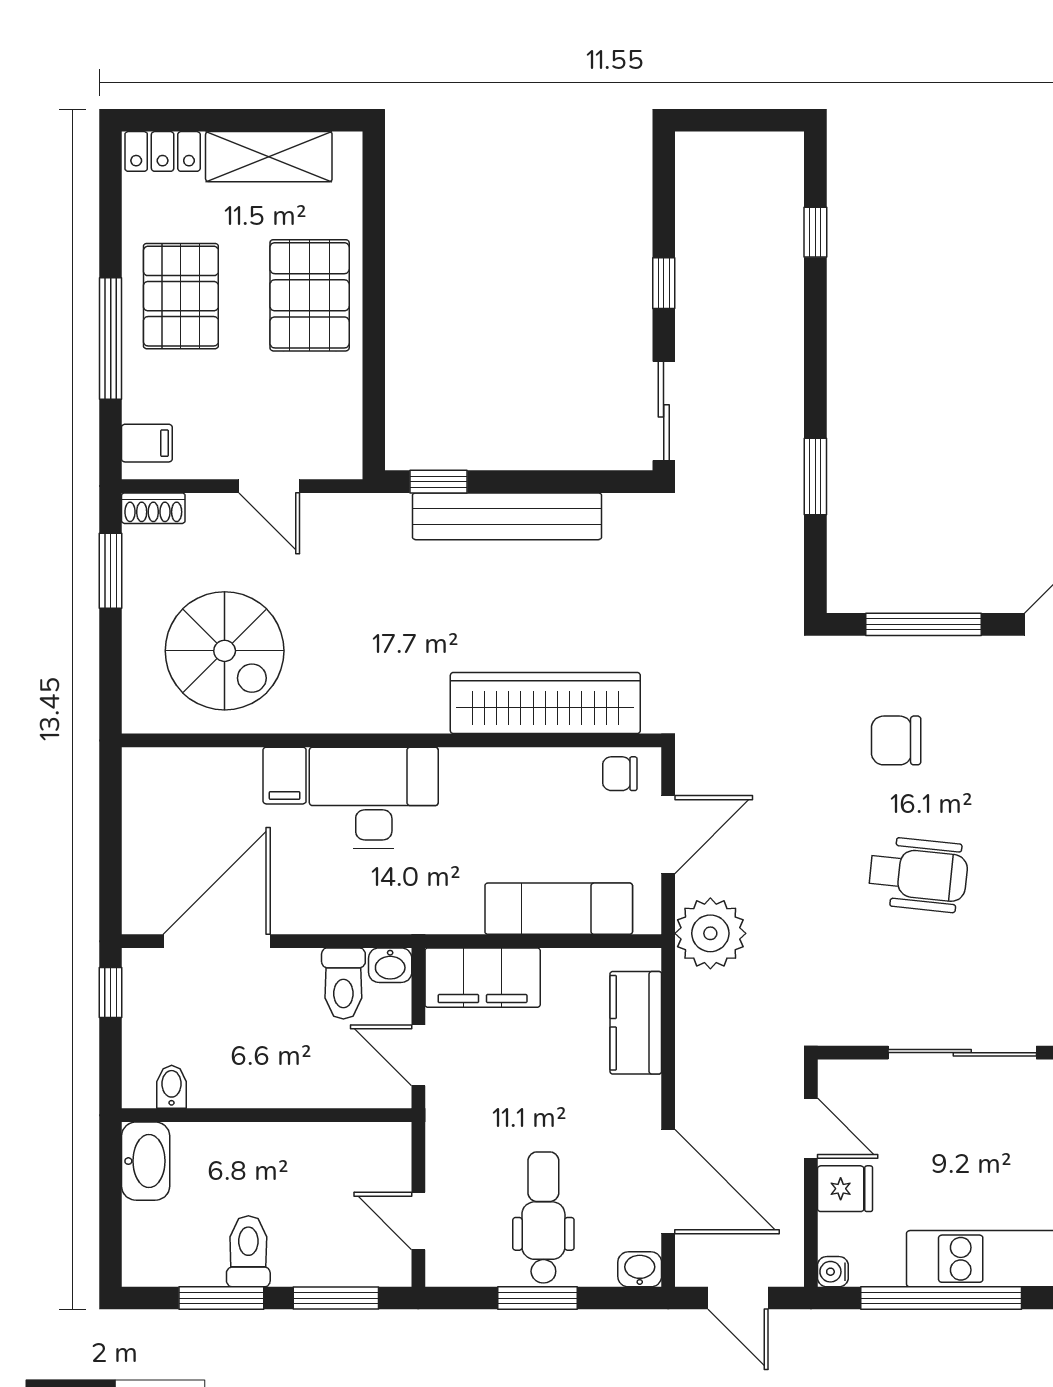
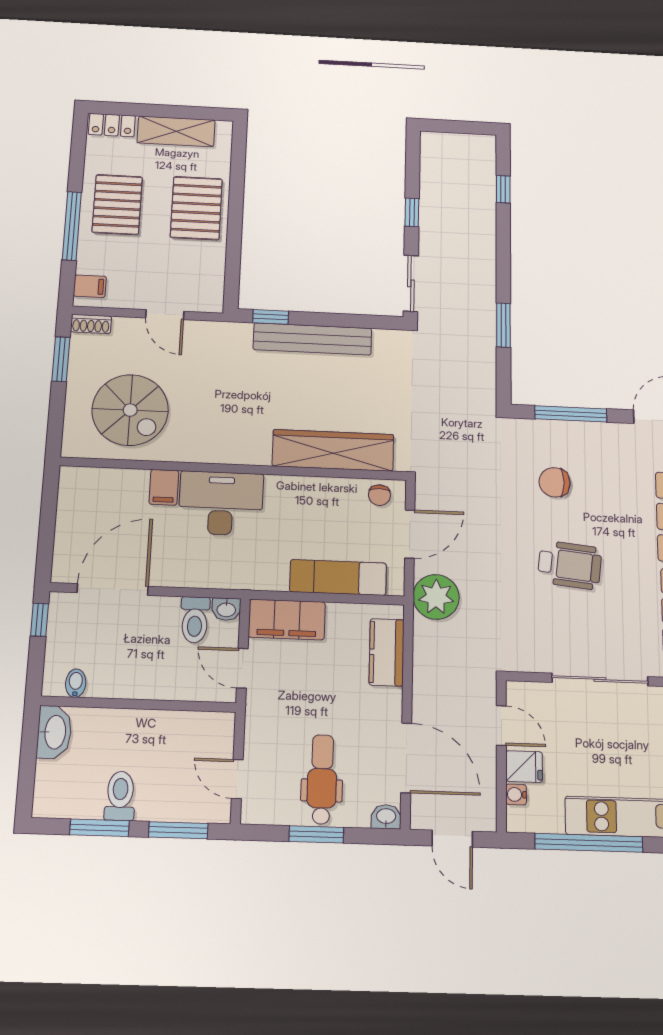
chair: (620, 774) -> (379, 495), turned -90
water cooler: (833, 1272) -> (516, 794), moved

